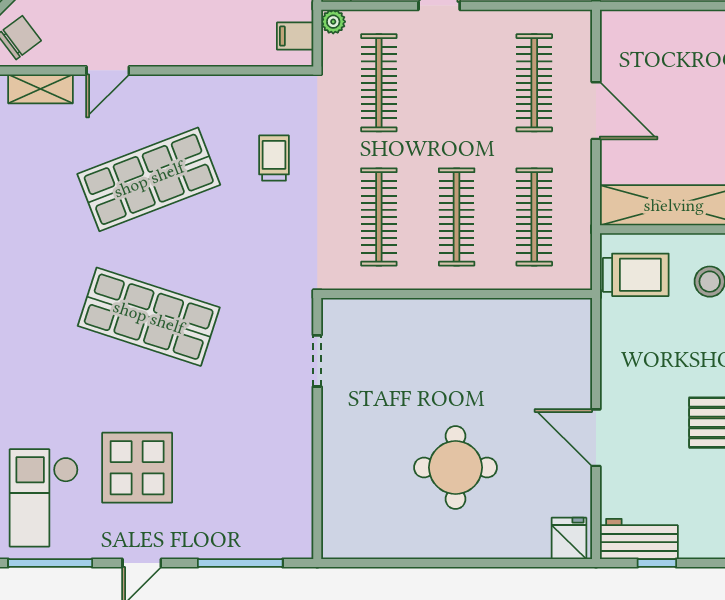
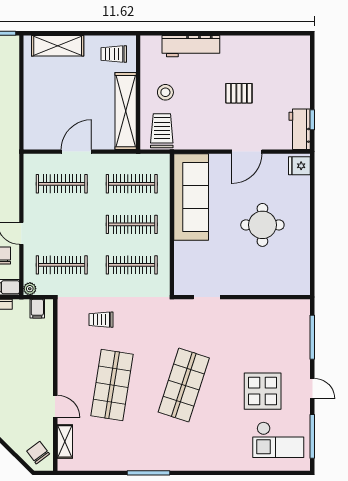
shop shelf: (149, 179) -> (112, 385), turned 30
sofa: (509, 331) -> (191, 197), added

